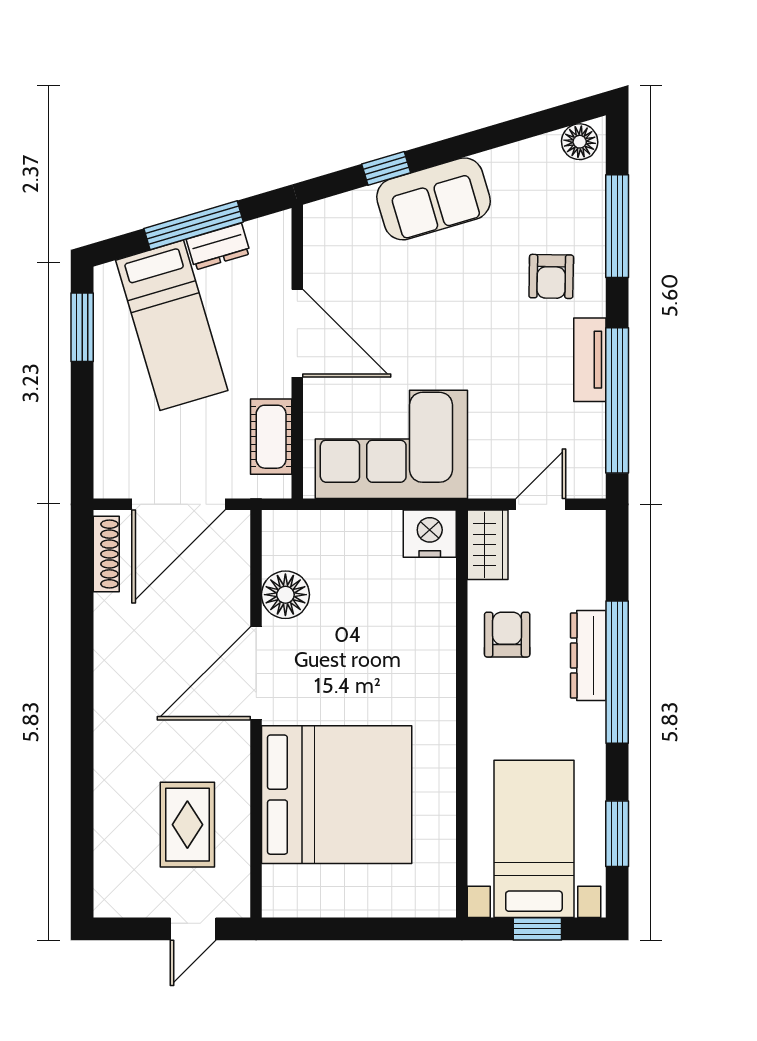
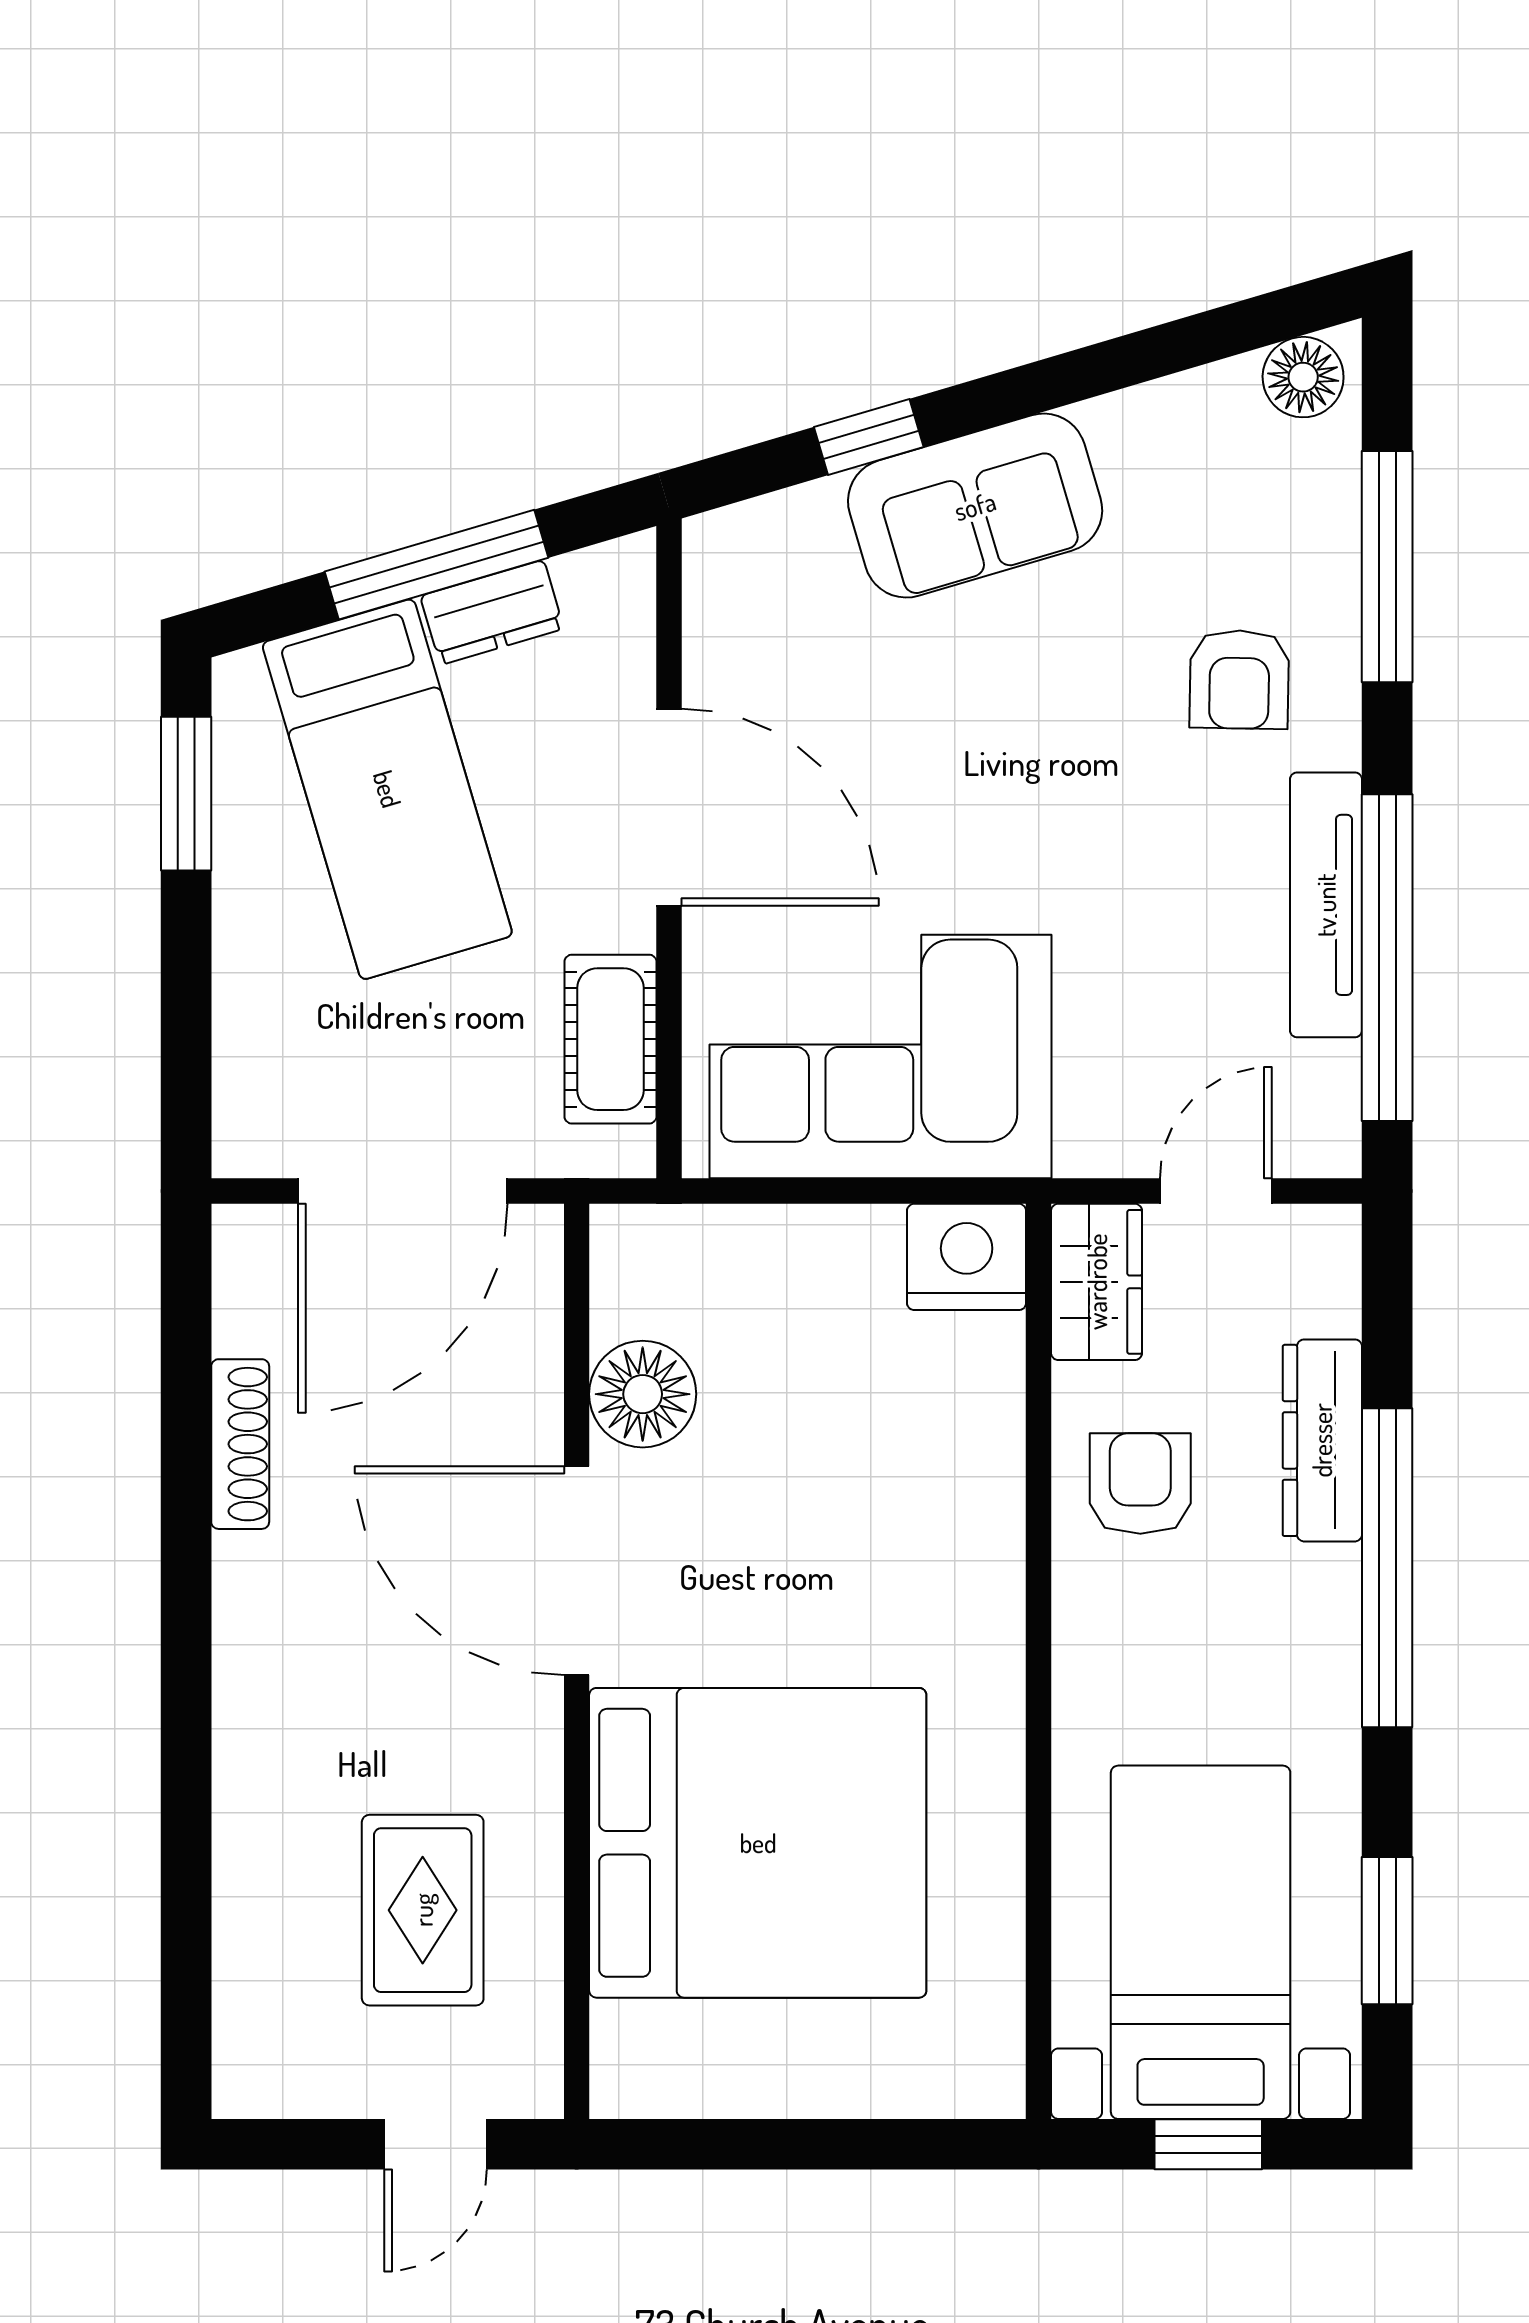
tv unit: (590, 360) -> (1326, 905), width x1.41
shoe rack: (106, 554) -> (240, 1444), moved
dresser: (588, 655) -> (1322, 1440), moved
door: (256, 673) -> (577, 1571), hinge flipped

